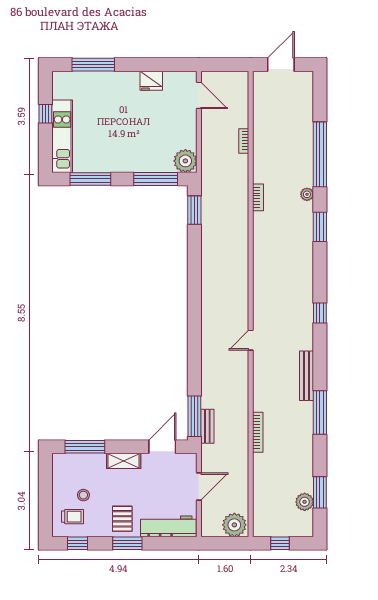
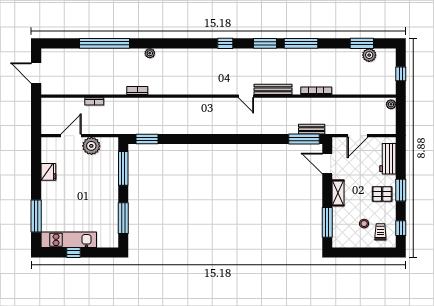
door: (199, 95) -> (71, 136), moved
kitchen unit: (62, 136) -> (69, 240), moved
plant: (185, 161) -> (91, 146), moved
plant: (307, 194) -> (150, 53), moved
window: (320, 227) -> (265, 43), moved
bench: (307, 376) -> (273, 89), moved
door: (199, 487) -> (358, 136), swing flipped
plant: (234, 525) -> (391, 104), width x0.53, depth x0.53
workbench: (168, 526) -> (388, 159), width x0.73

